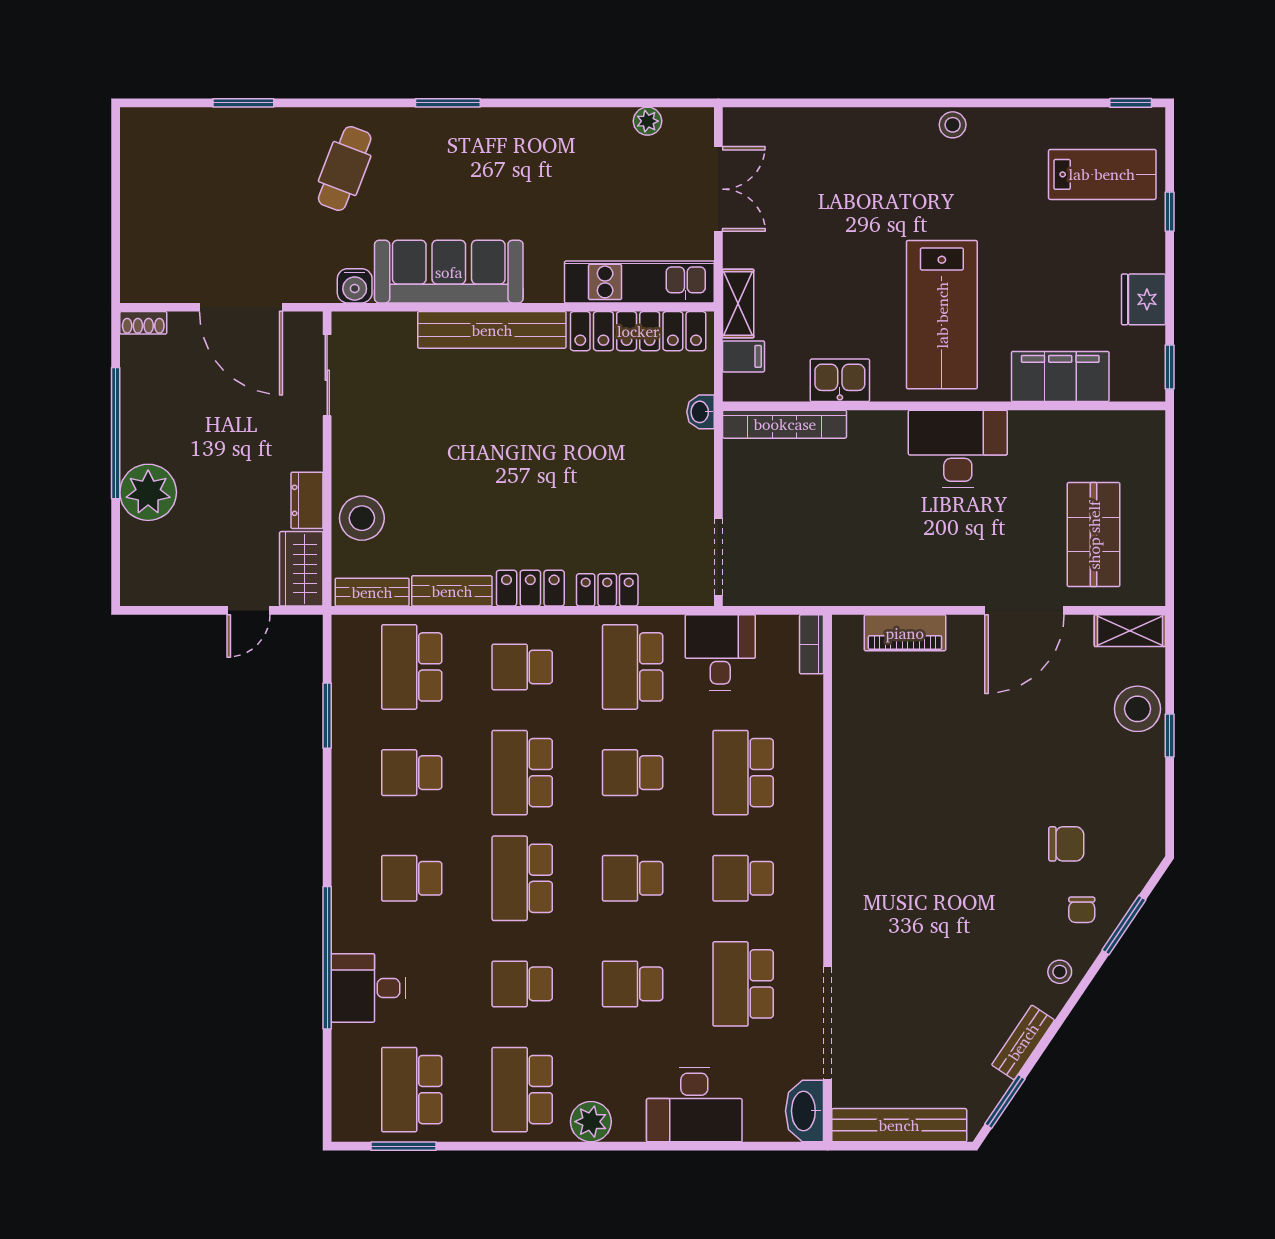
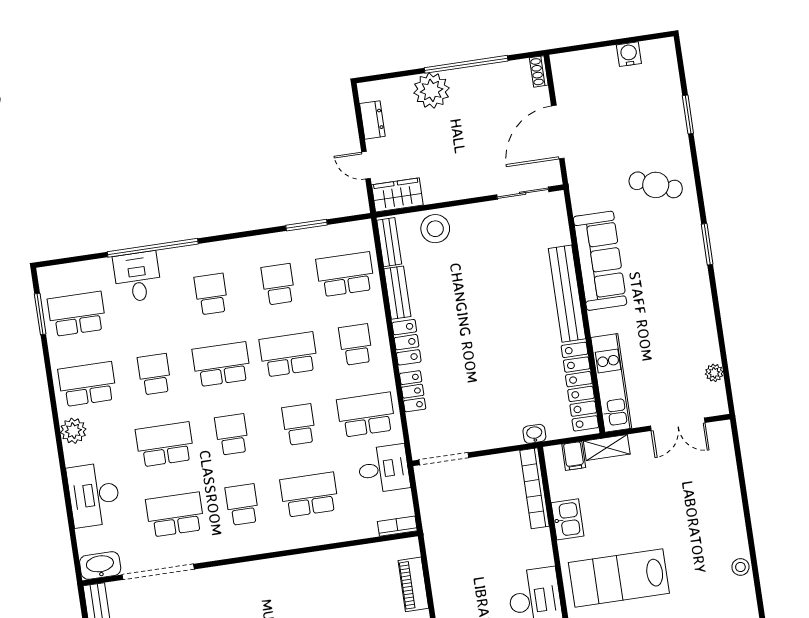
water cooler: (355, 286) -> (629, 54), moved, turned 90
dresser: (307, 500) -> (372, 120), moved, turned 90
school desk: (633, 984) -> (165, 444), width x1.85

